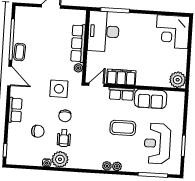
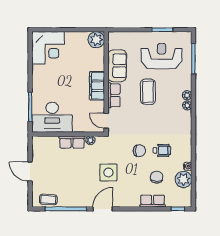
row of seats: (78, 43) -> (72, 142), width x0.68
coffee table: (20, 52) -> (48, 200), moved
filing cabinet: (121, 77) -> (97, 86), moved
side table: (59, 89) -> (108, 172), moved
row of seats: (15, 110) -> (153, 201), moved
reception desk: (157, 144) -> (162, 56), turned 180
plant: (60, 159) -> (184, 179), moved

